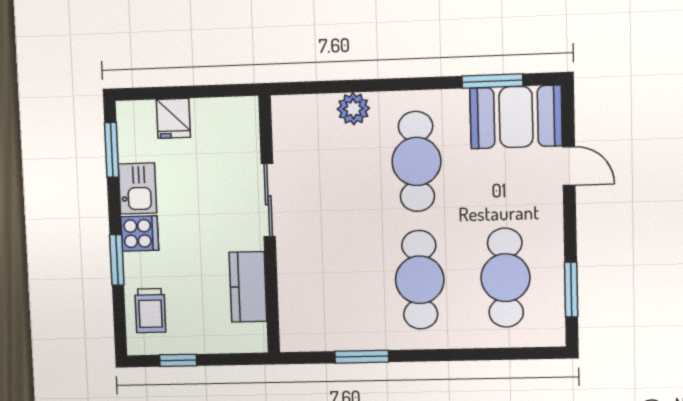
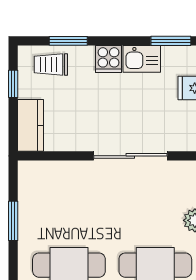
sliding door: (268, 200) -> (130, 156), width x1.37
window: (117, 260) -> (68, 41), moved
kitchen counter: (248, 287) -> (31, 125), moved, turned 90

